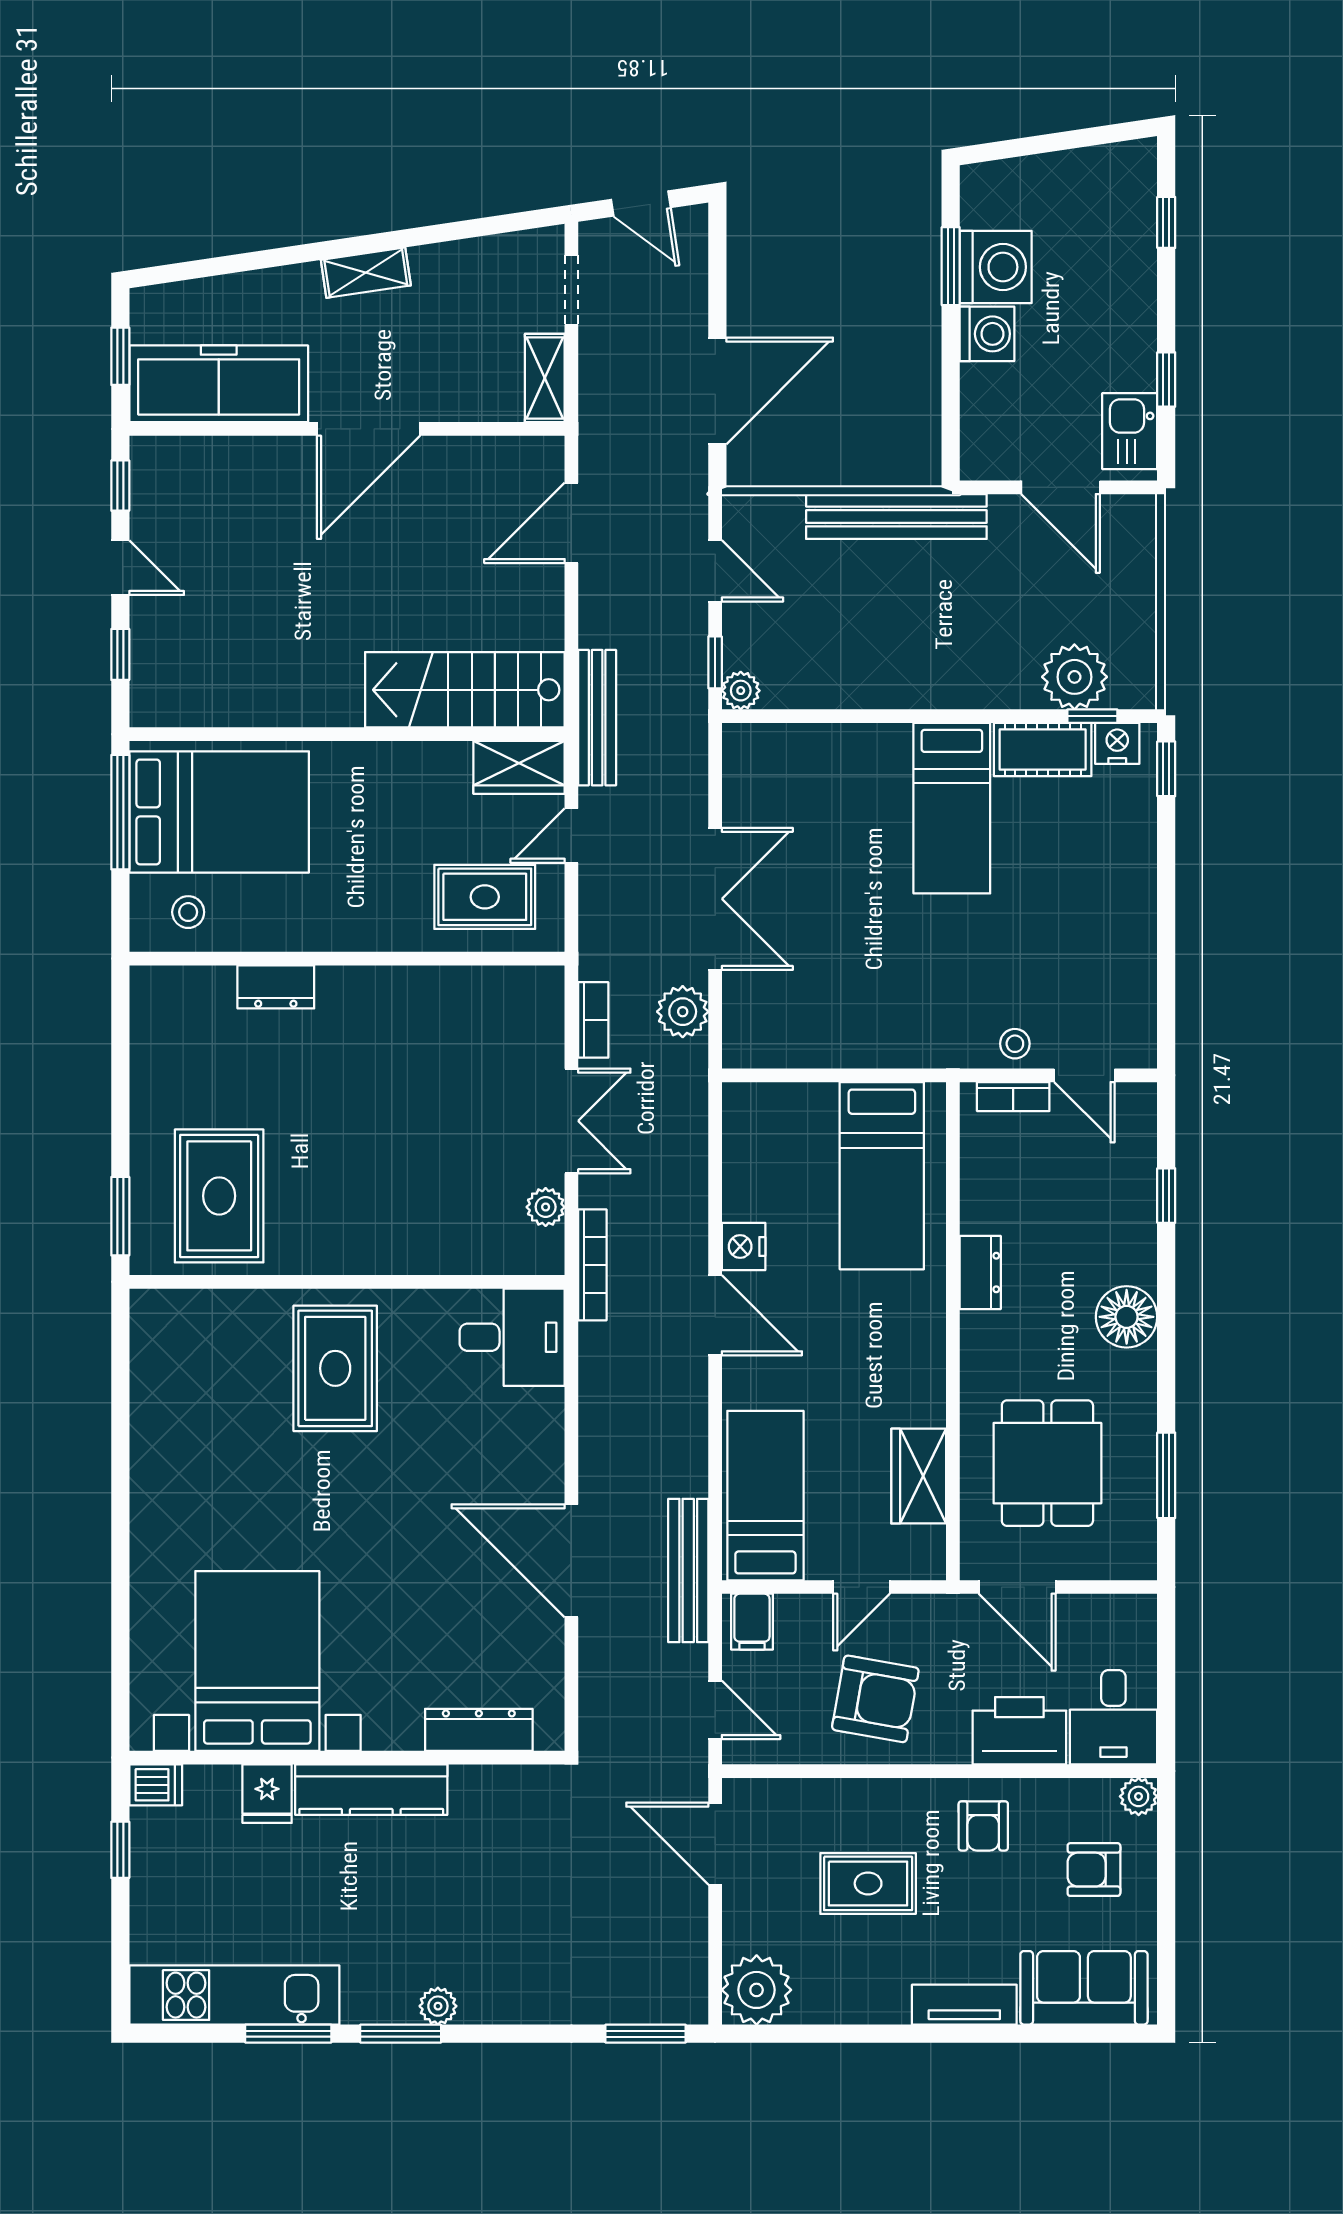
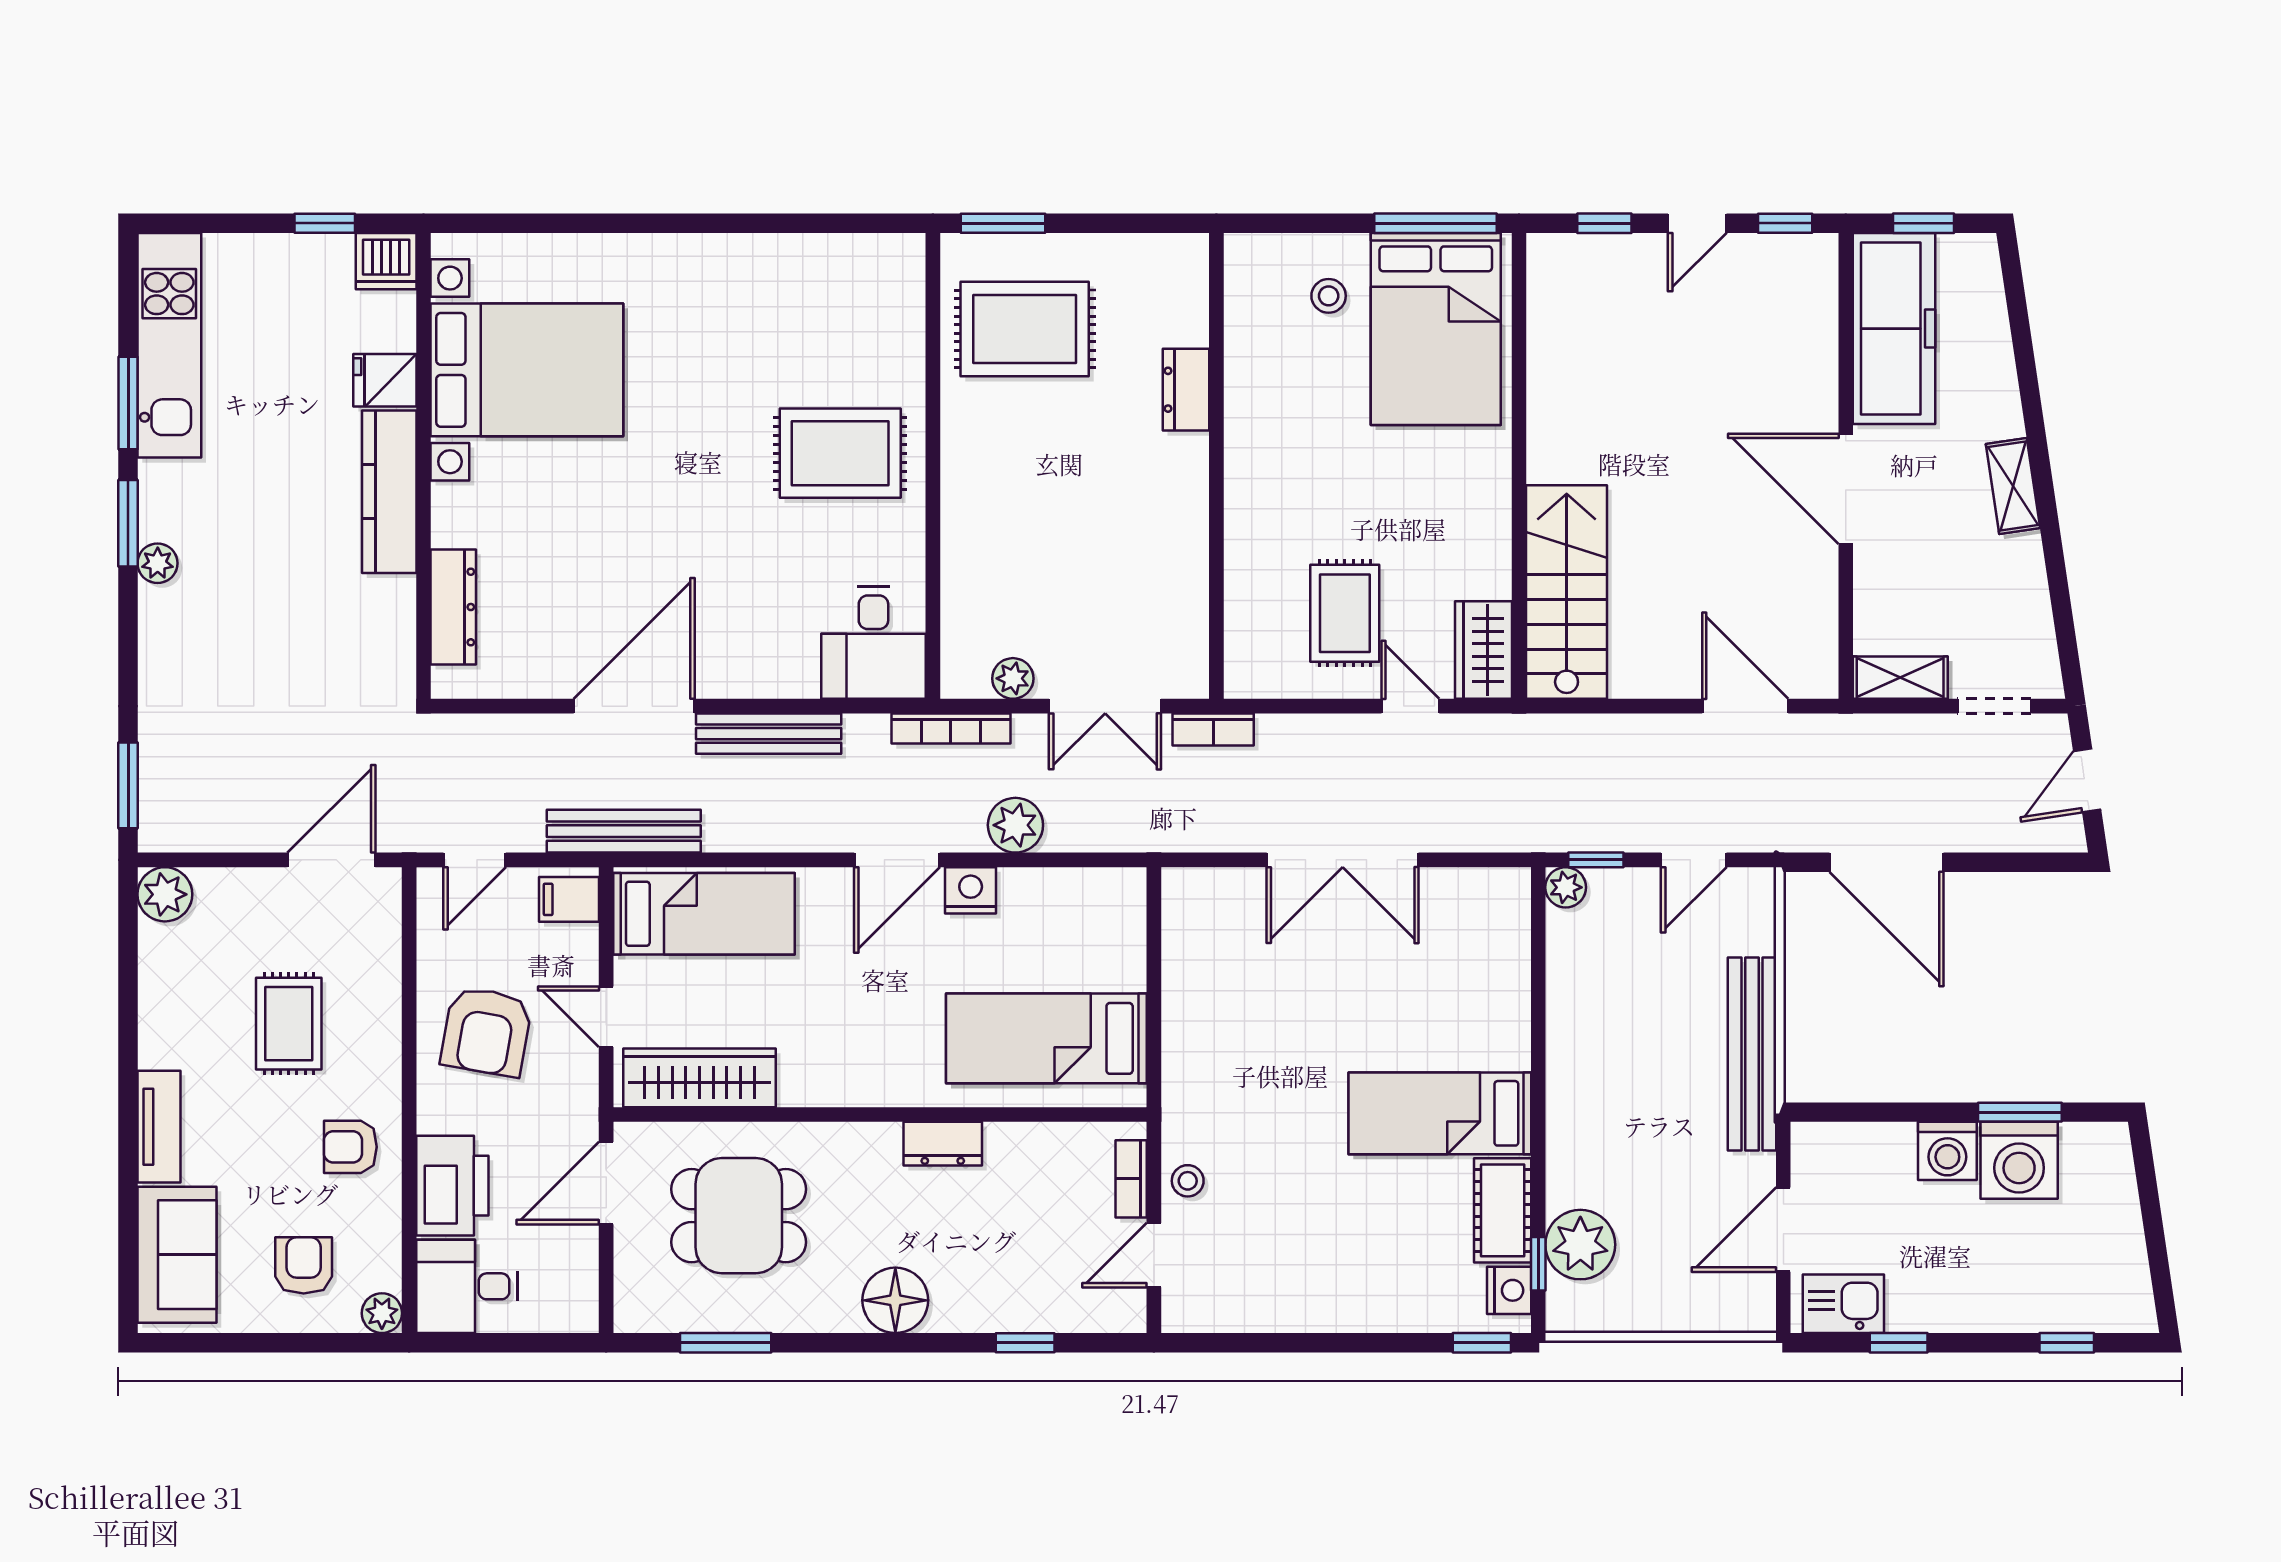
bench: (597, 718) -> (769, 734), moved
wall: (347, 959) -> (1216, 466), moved
dresser: (276, 987) -> (1186, 390), moved
plant: (683, 1012) -> (1015, 825), moved
wardrobe: (919, 1476) -> (699, 1078), width x1.50
dishwasher: (156, 1785) -> (386, 261), width x1.38
plant: (757, 1990) -> (165, 894), width x0.73, depth x0.73

